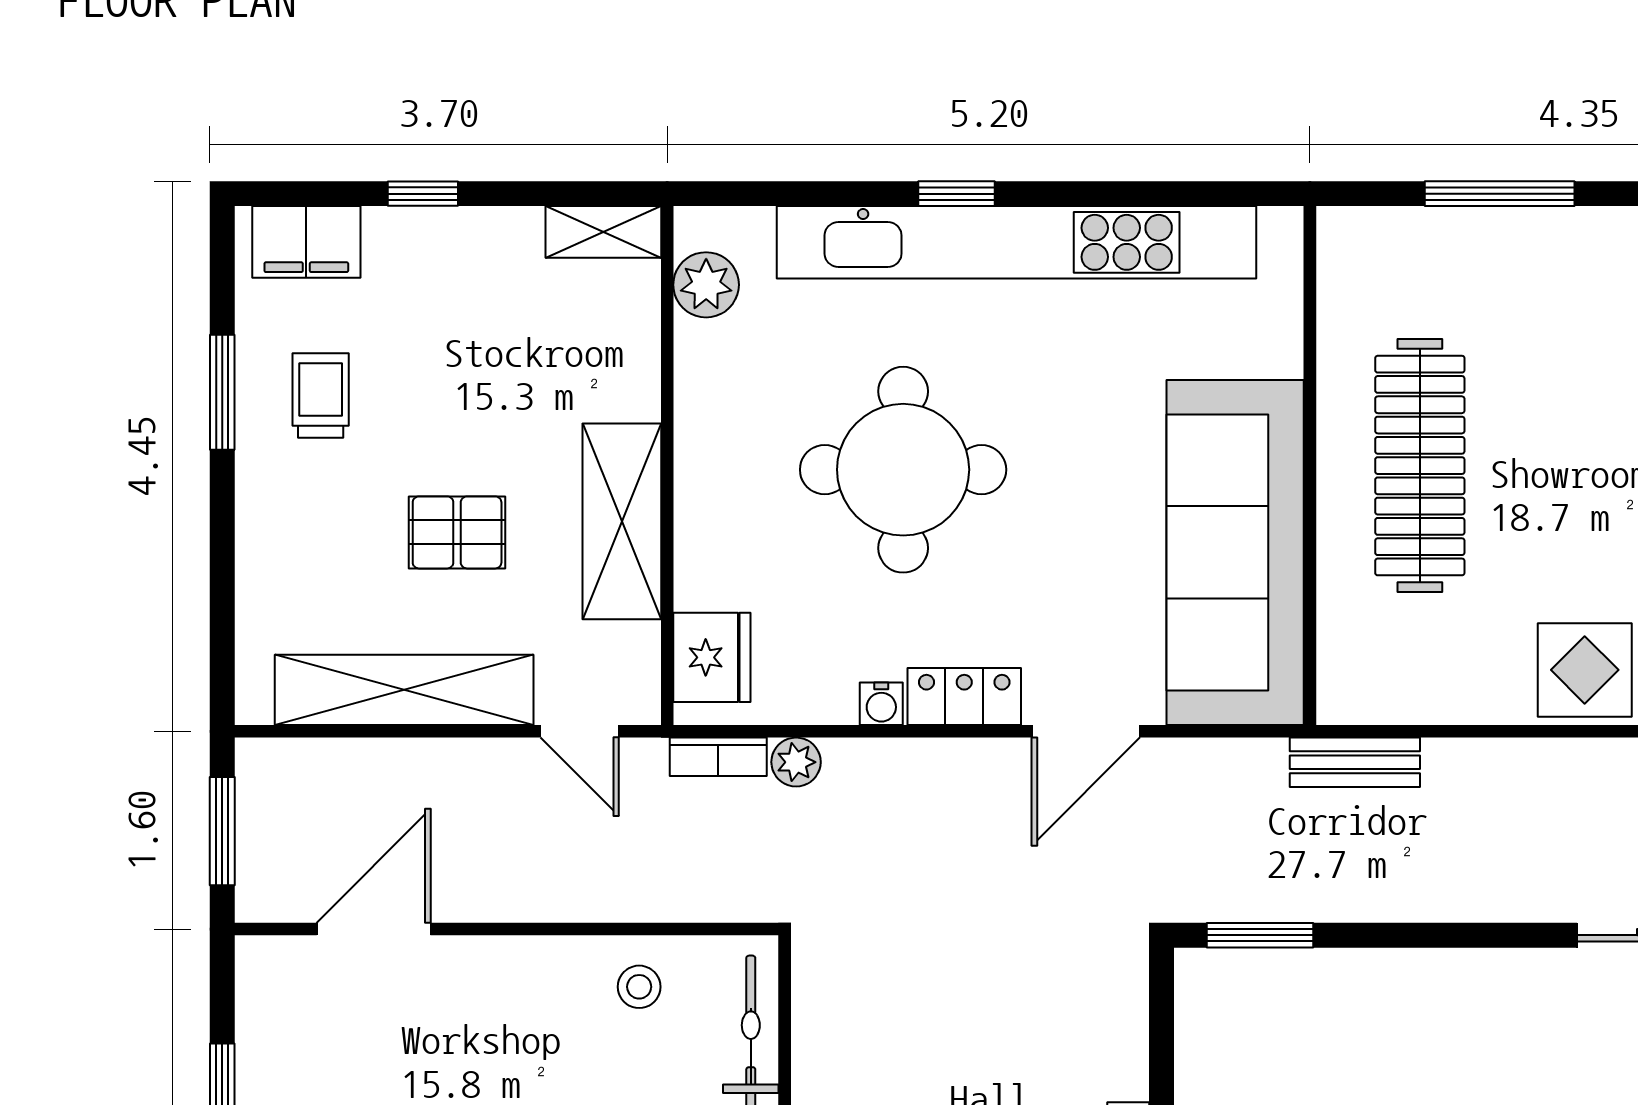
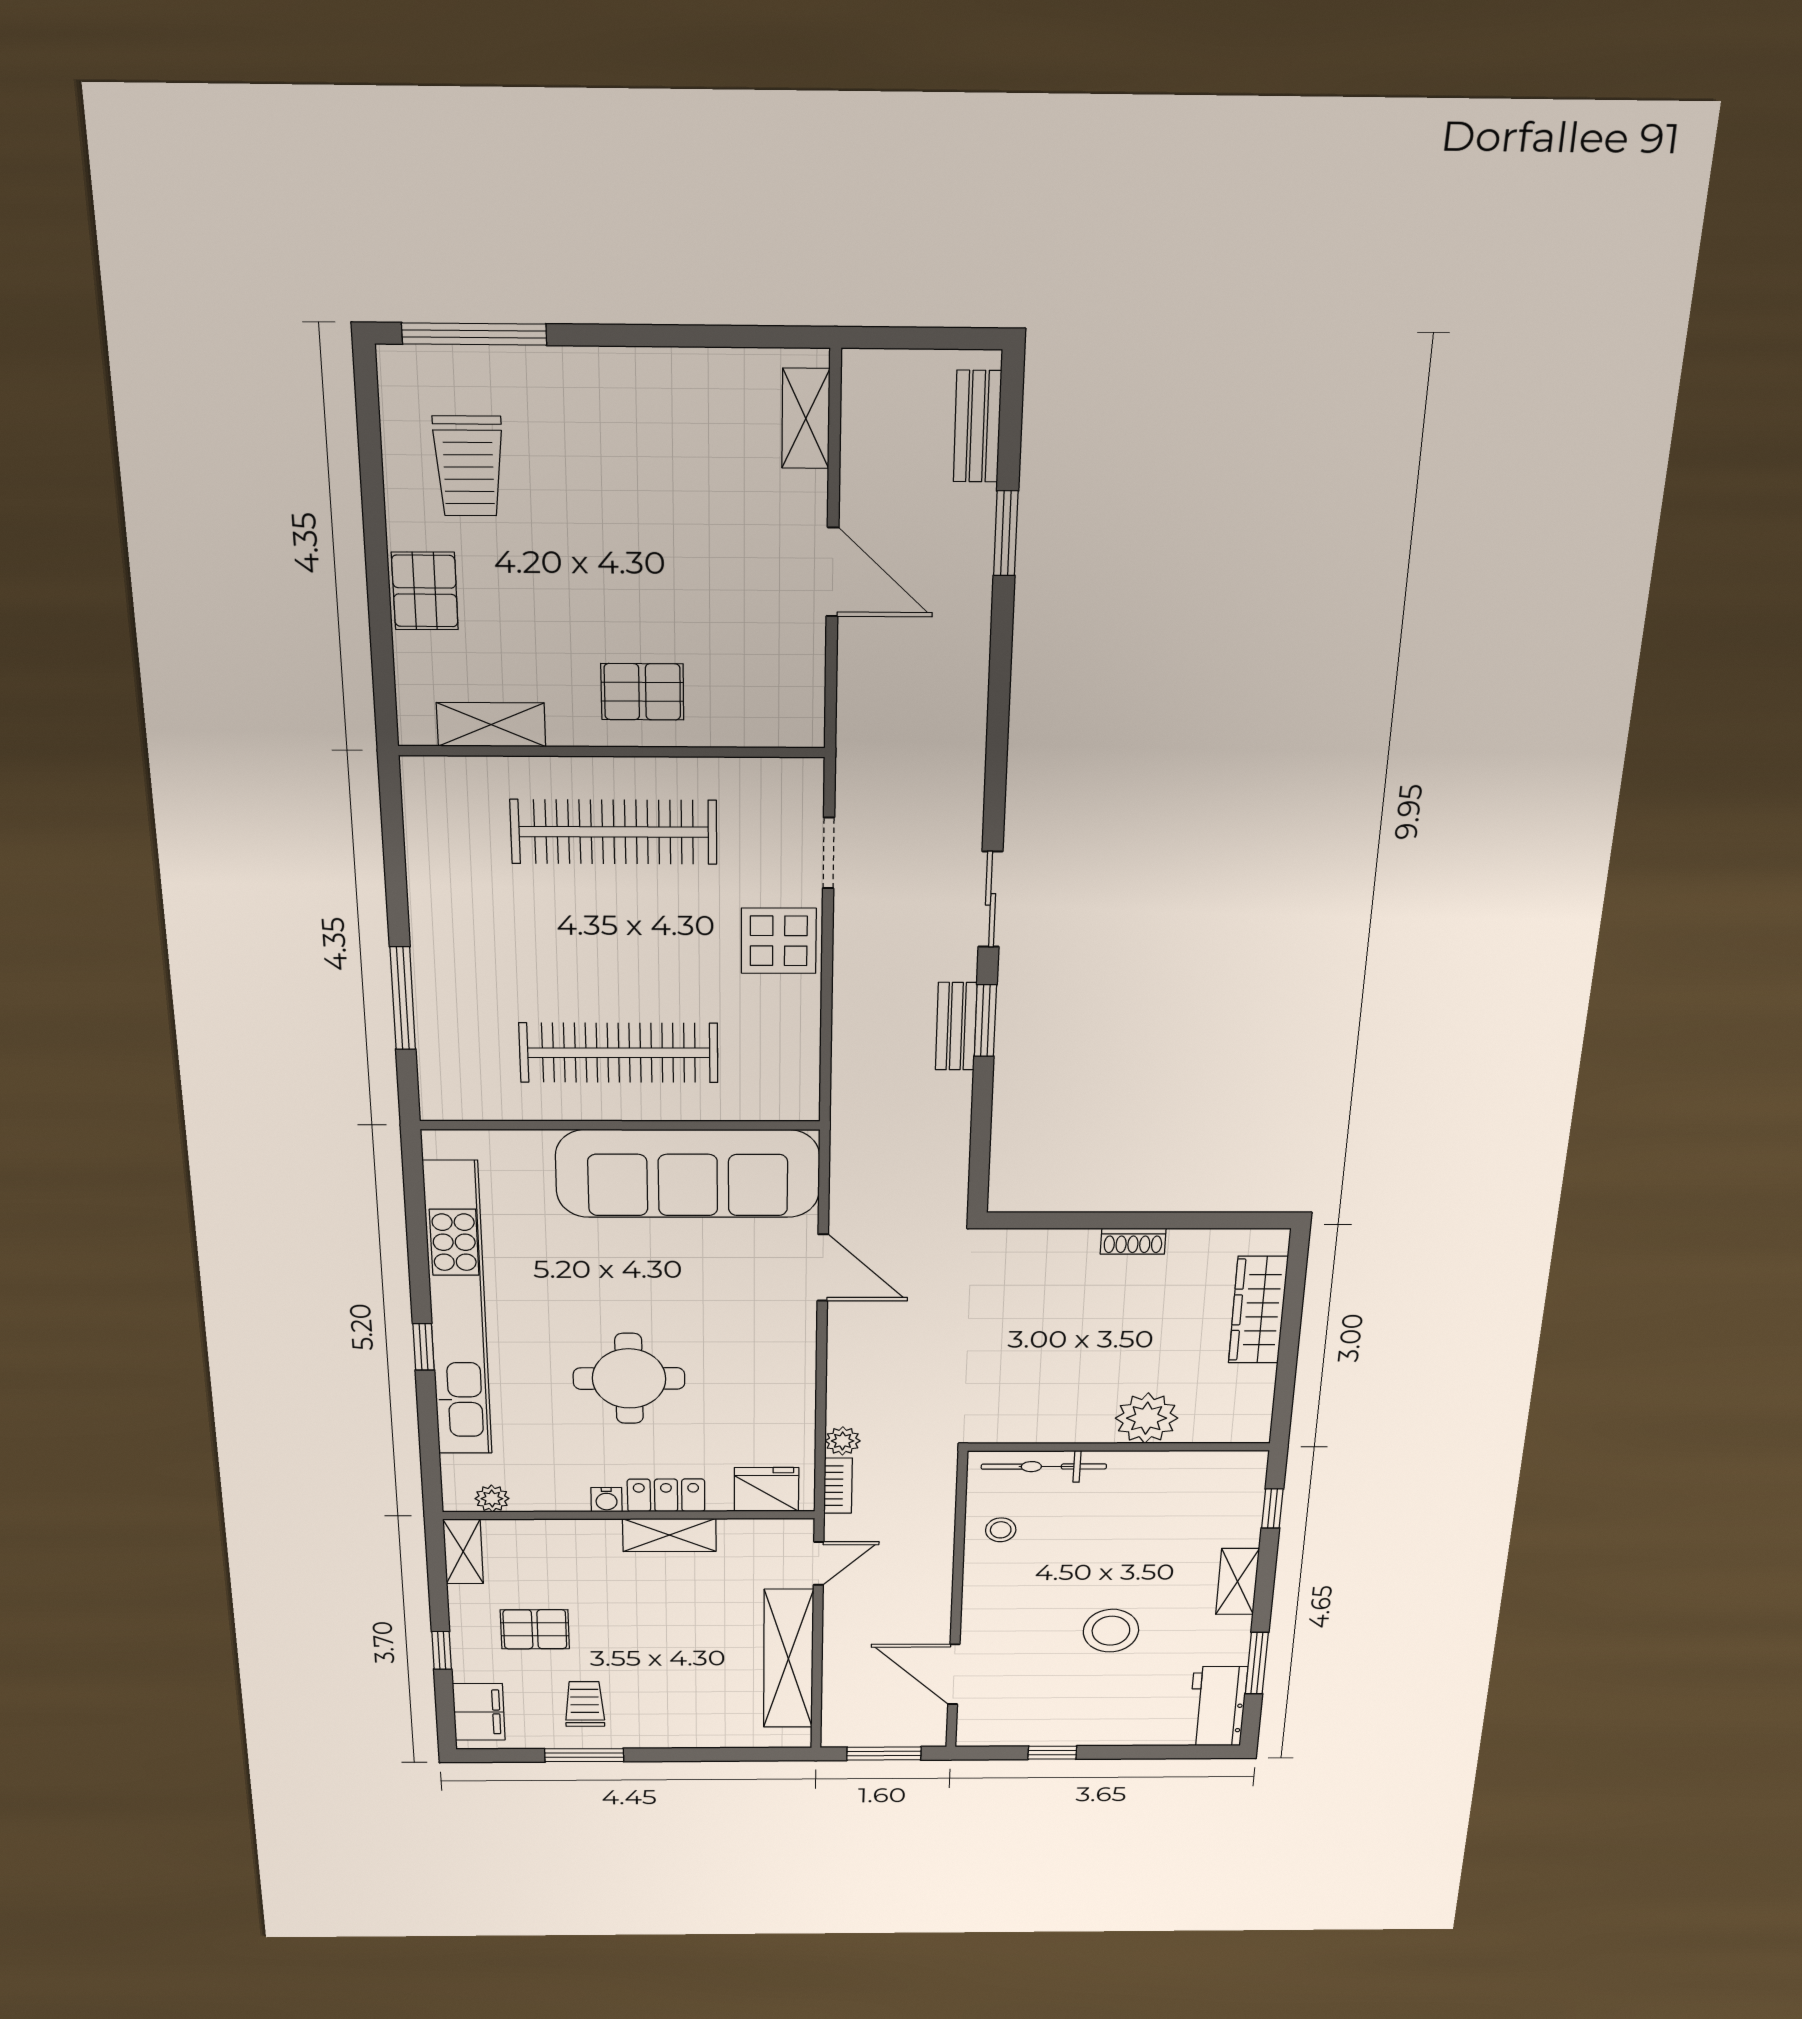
plant: (706, 285) -> (492, 1499), width x0.73, depth x0.73
trolley: (321, 395) -> (585, 1704), turned 90
round table: (903, 470) -> (629, 1379), width x0.73, depth x0.73
shelving: (622, 521) -> (669, 1535), width x0.67, depth x0.75
pallet: (457, 532) -> (535, 1629), moved, turned 90
locker: (964, 697) -> (666, 1495), moved, turned 90
water cooler: (881, 704) -> (606, 1500), moved, turned 90
bench: (1355, 762) -> (956, 1026), moved
window: (1260, 935) -> (985, 1021), moved

